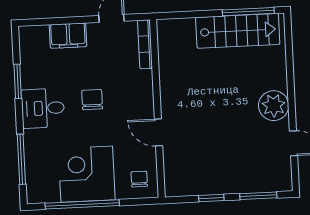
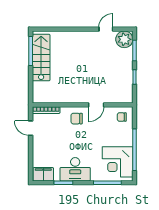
filing cabinet: (68, 36) -> (43, 174), moved, turned -90
chair: (92, 100) -> (77, 119), moved
plant: (274, 106) -> (124, 39), moved
desk: (43, 108) -> (75, 169), width x1.37
corner desk: (87, 174) -> (118, 162), moved

